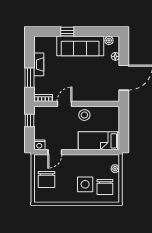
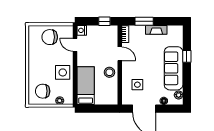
side table: (98, 85) -> (137, 85), added
side table: (85, 184) -> (63, 72), moved

